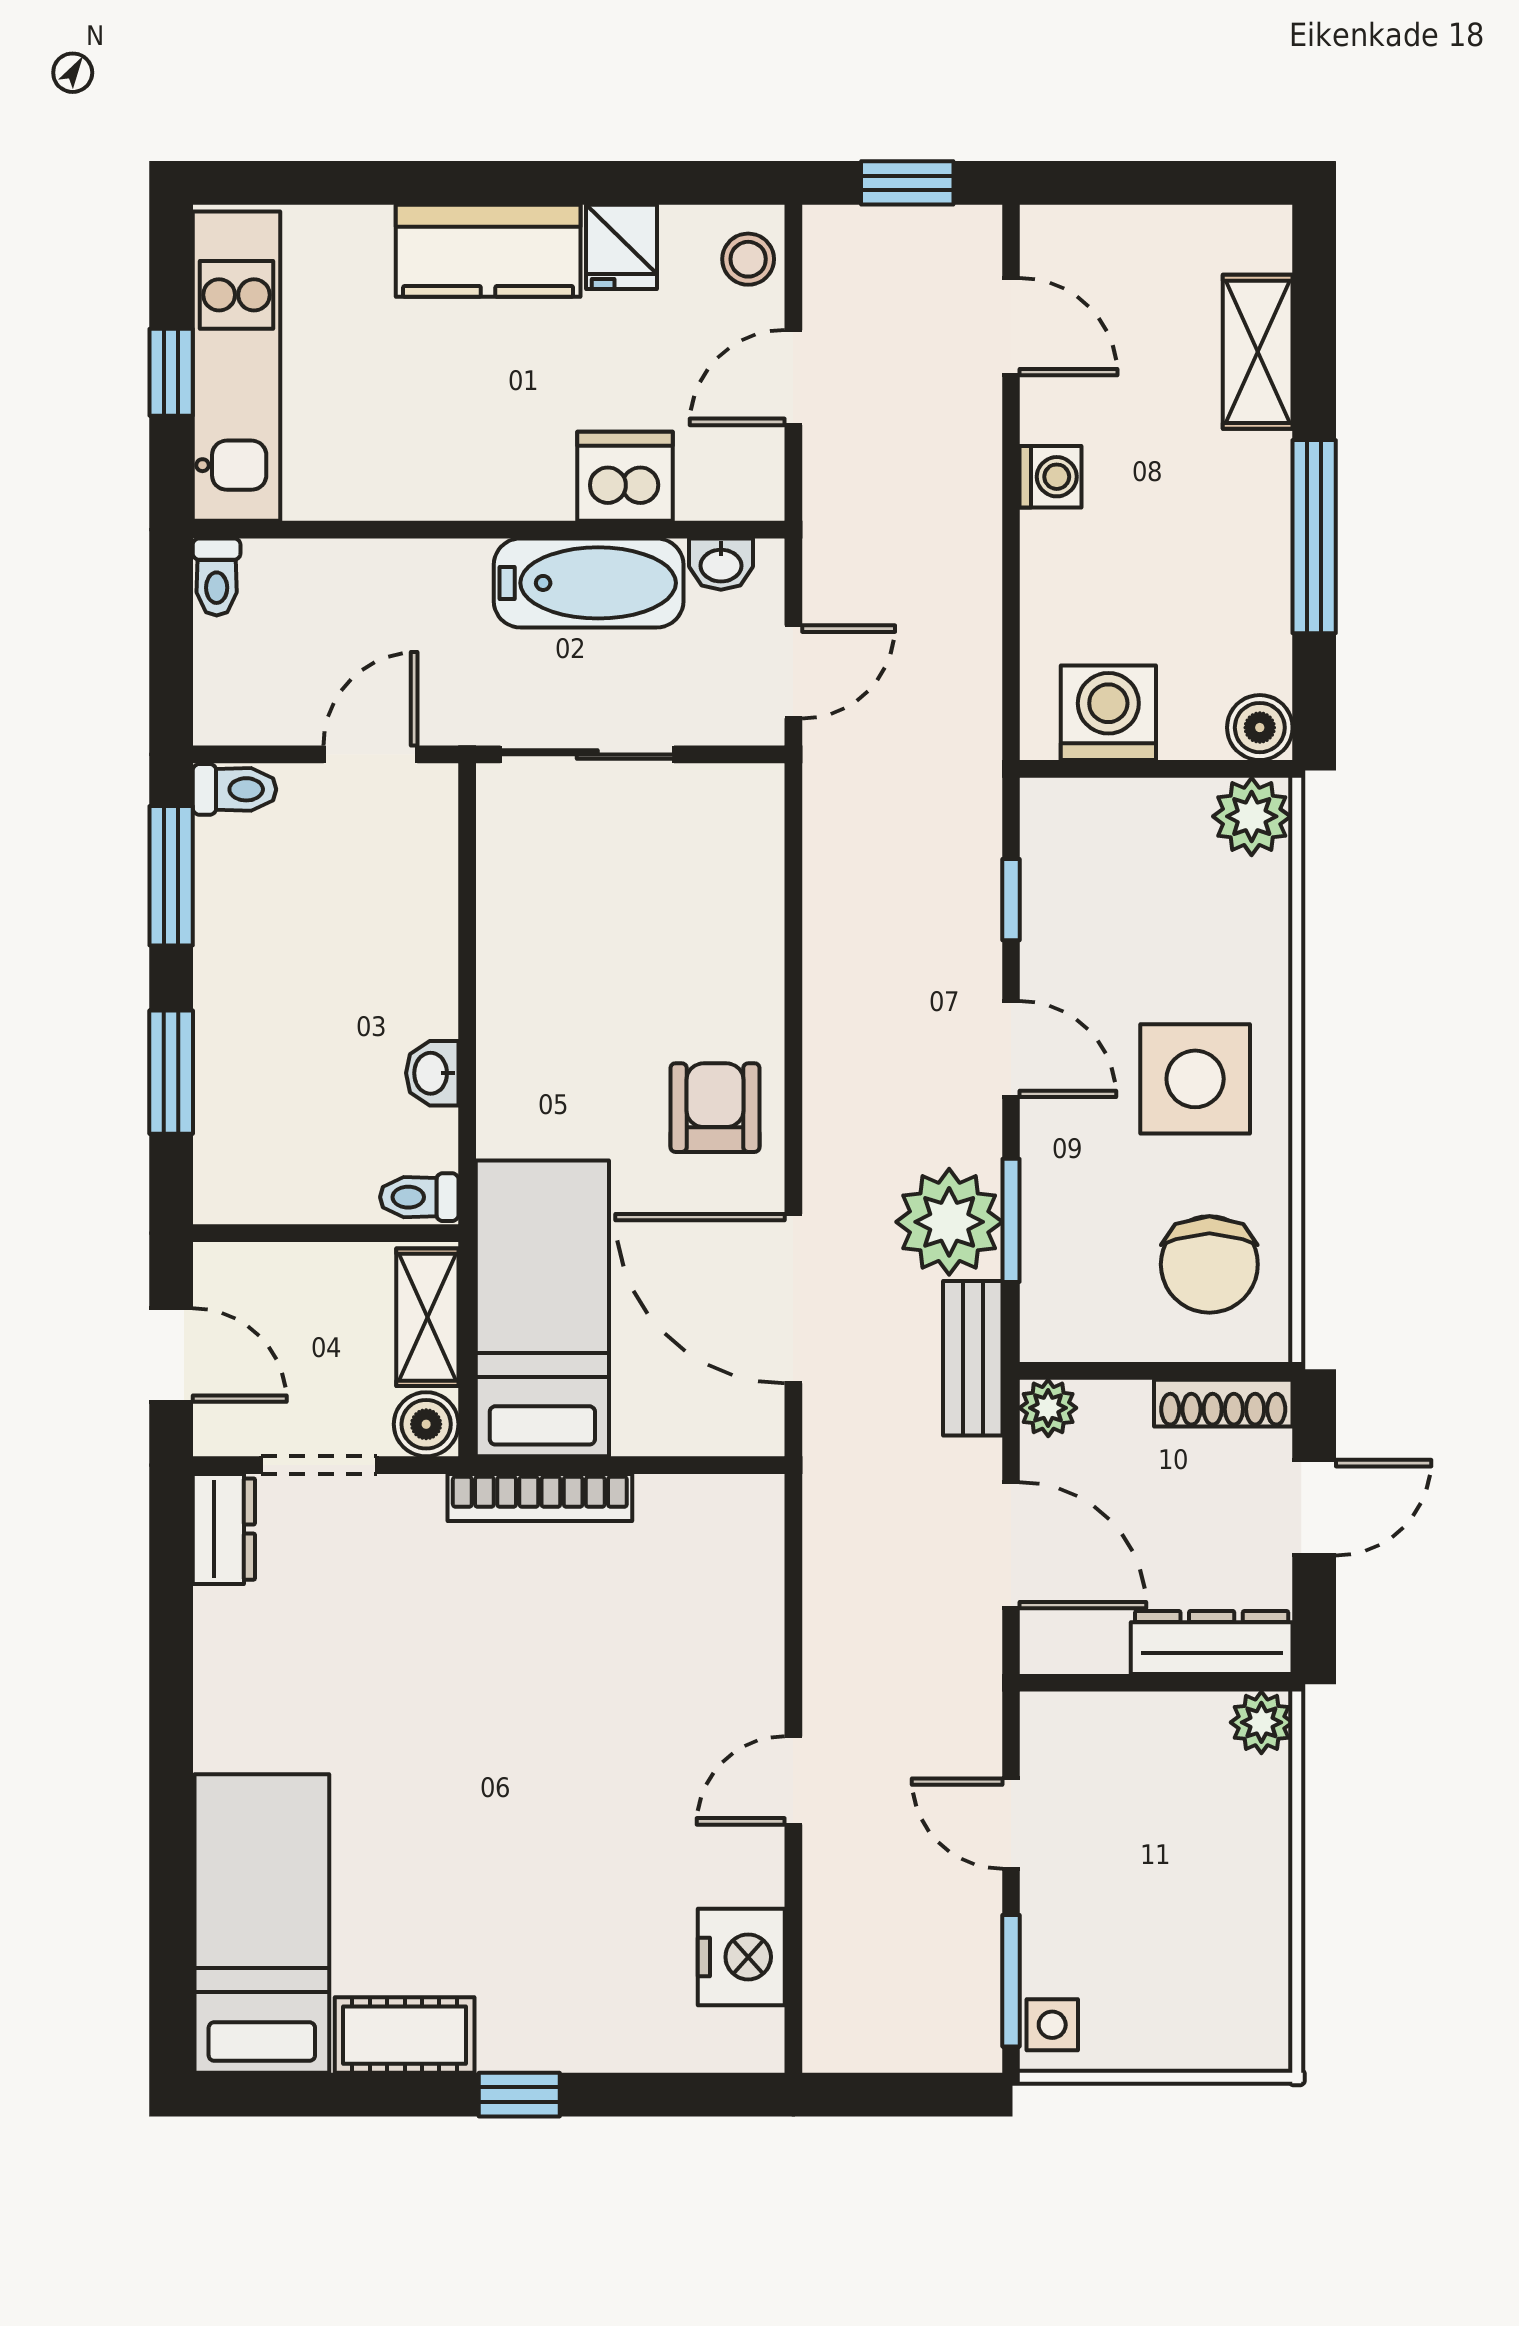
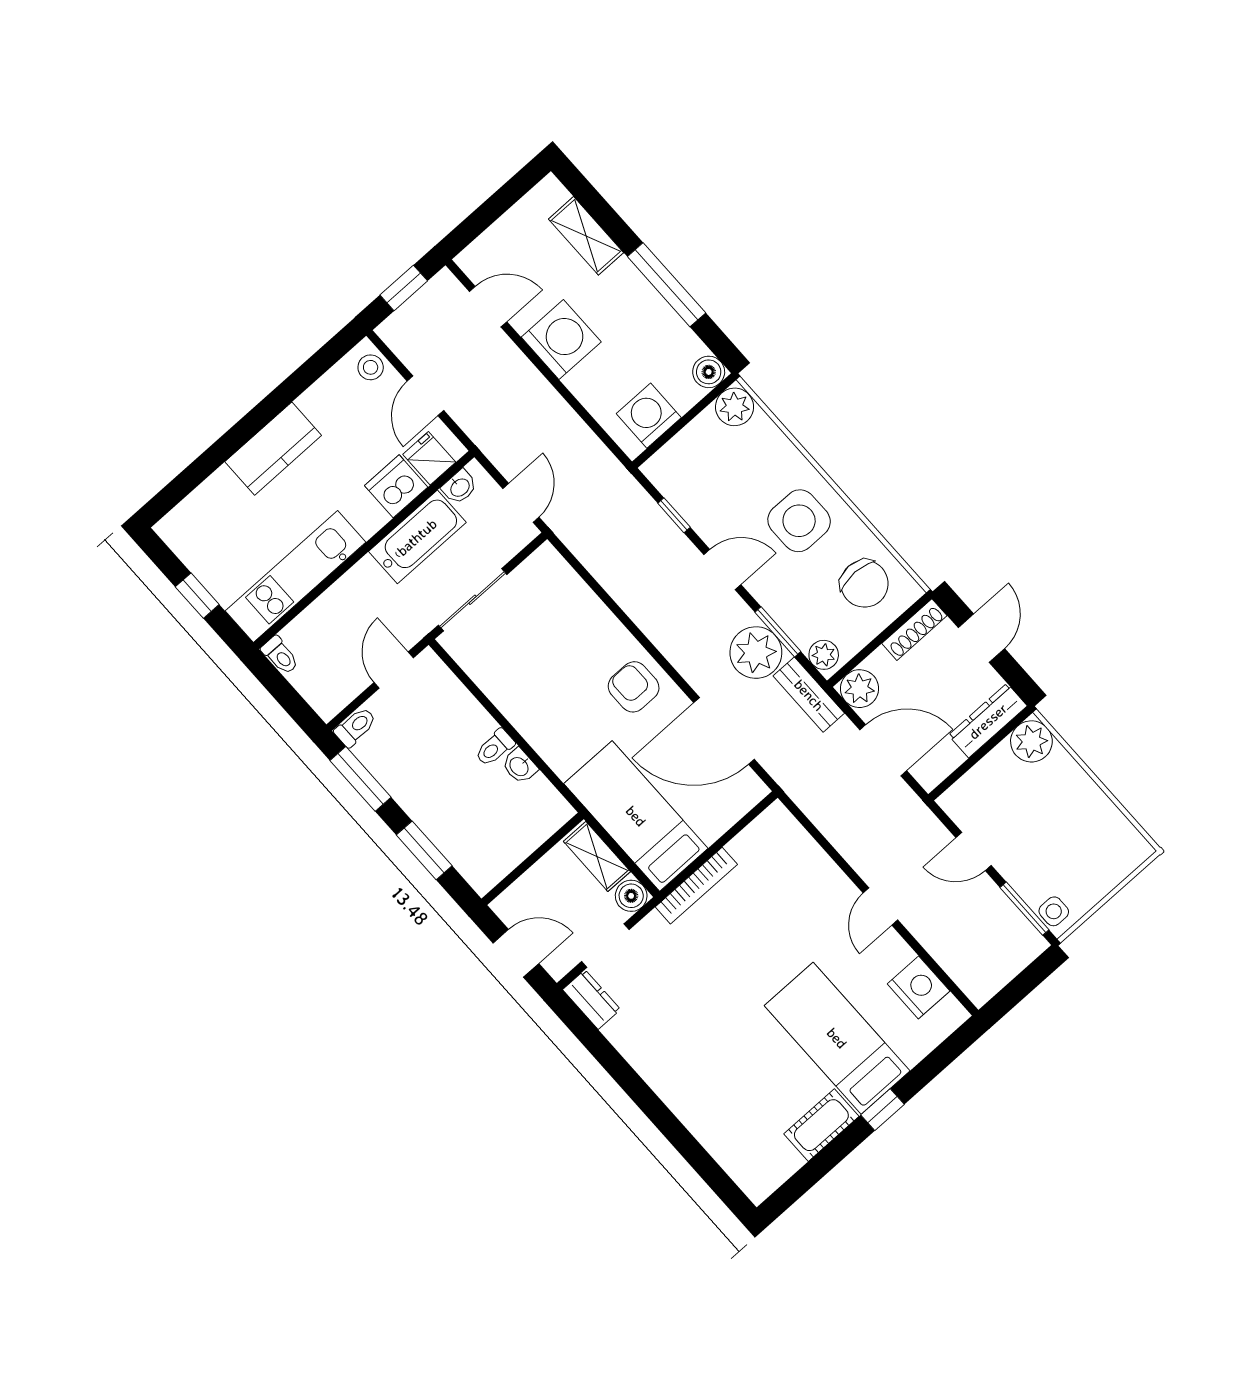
fridge: (622, 247) -> (429, 458), moved, turned 180
kitchen unit: (237, 366) -> (296, 577), moved, turned -90
washing machine: (1051, 477) -> (561, 340), width x1.89, depth x1.89
toilet: (419, 1197) -> (495, 748), moved
plant: (1050, 1318) -> (824, 655), added
plant: (1048, 1408) -> (860, 689), width x1.38, depth x1.38
plant: (1261, 1722) -> (1031, 741), width x1.38, depth x1.38
bed: (262, 1923) -> (837, 1038), moved

